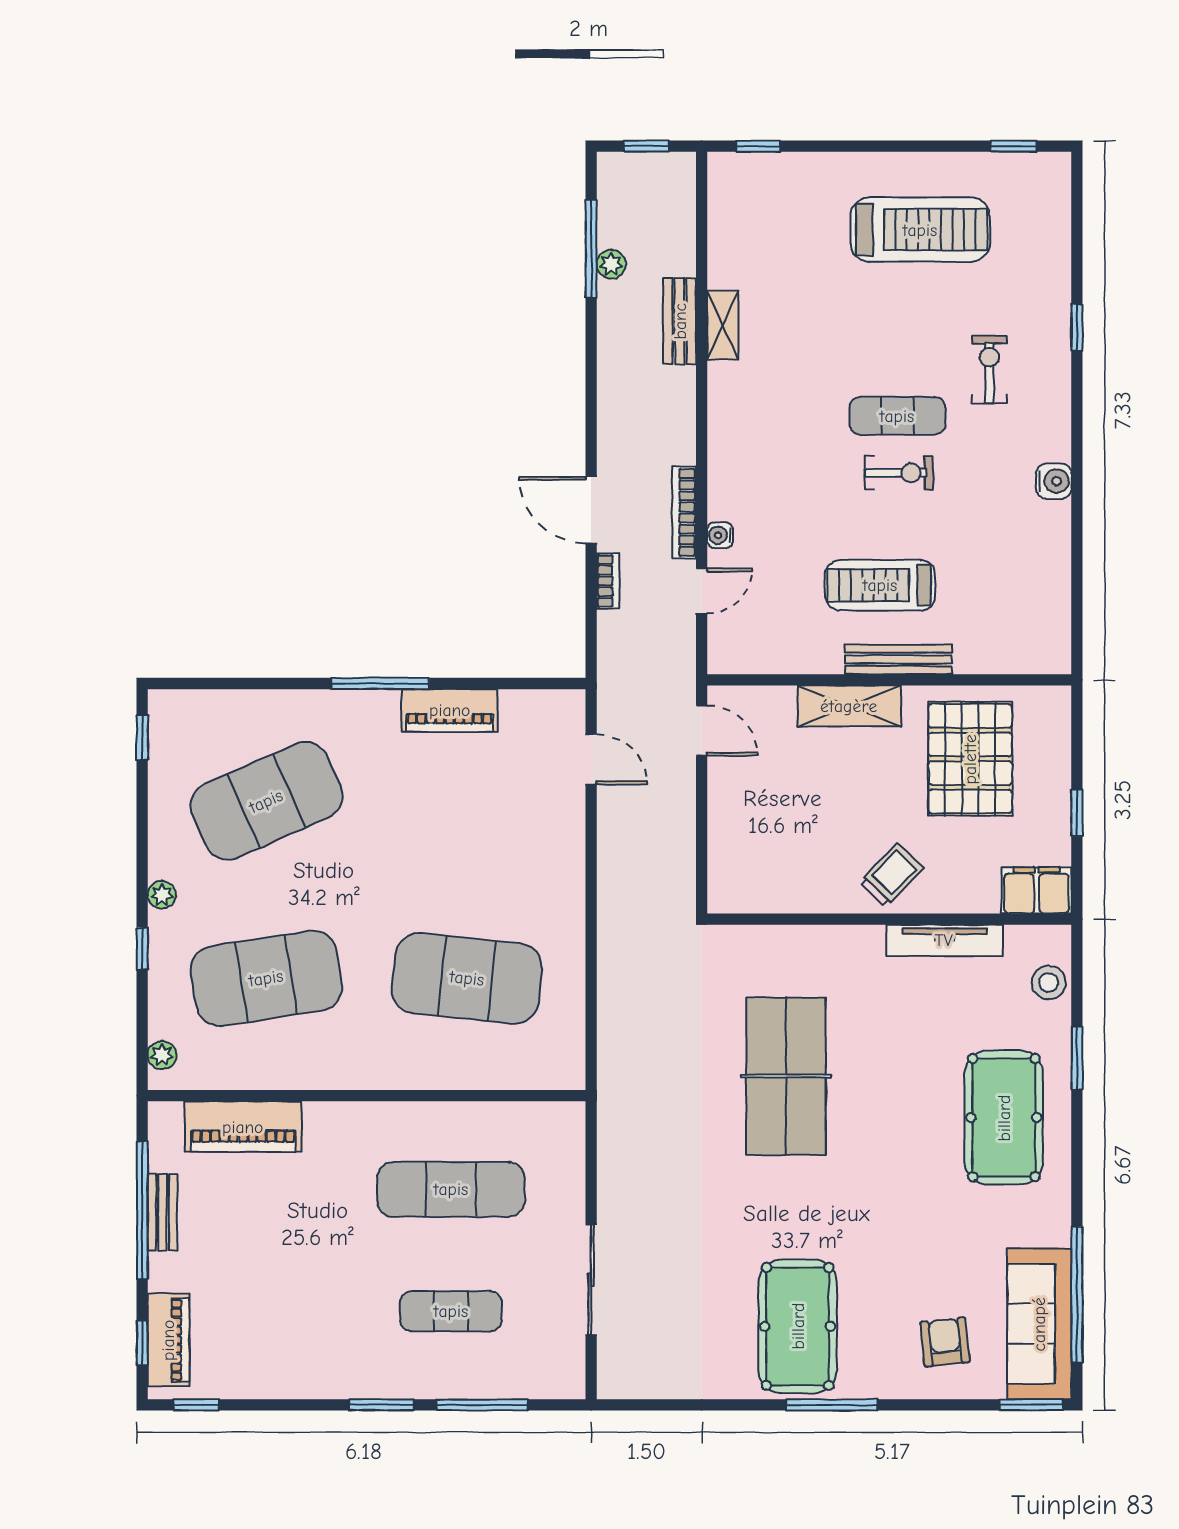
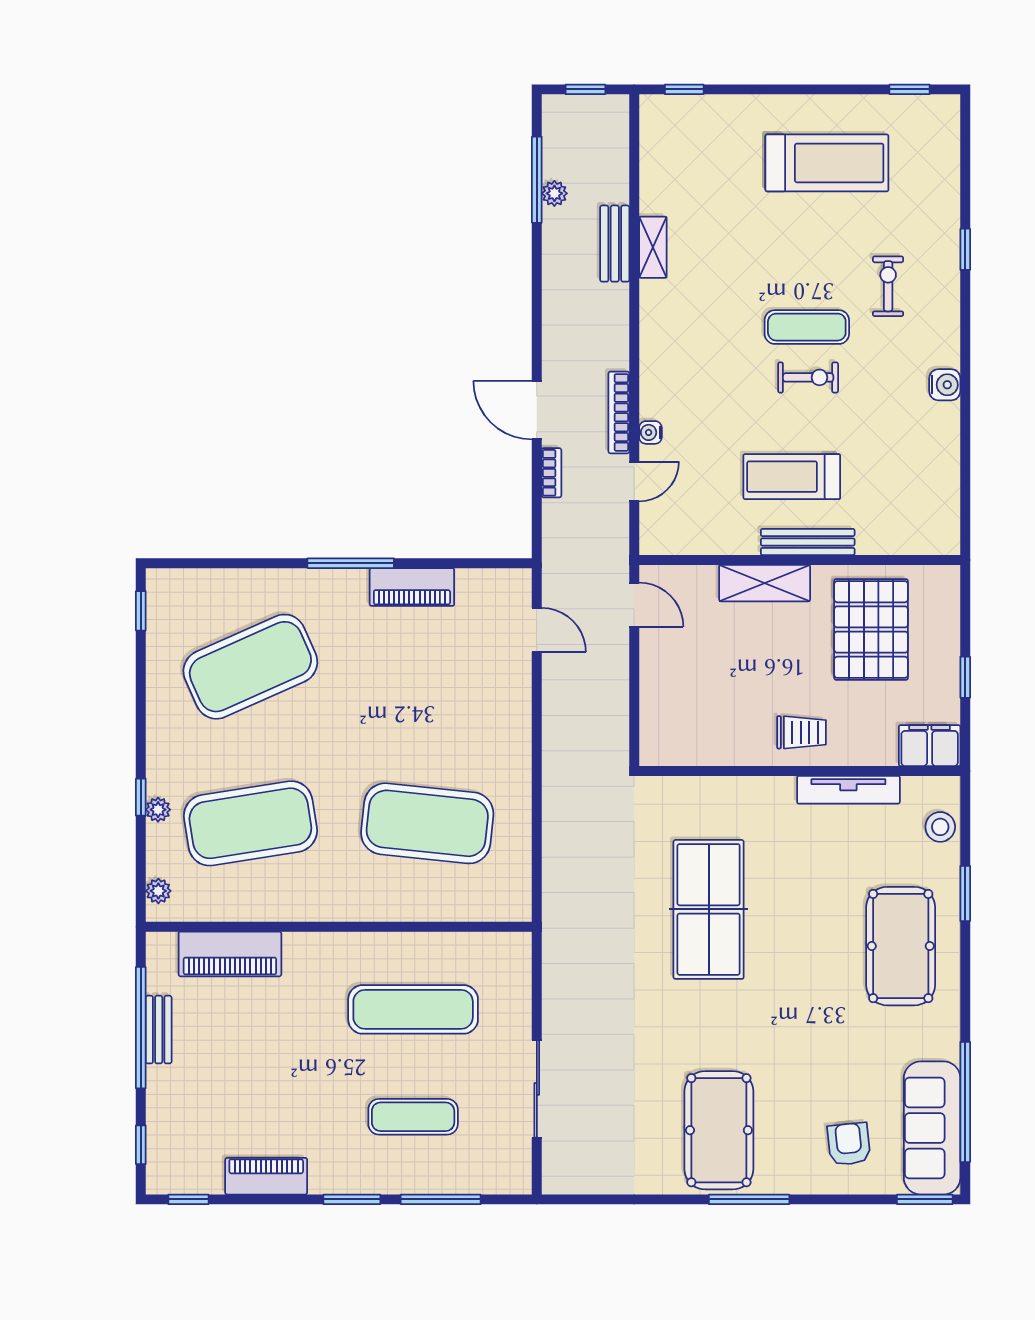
trolley: (891, 875) -> (802, 732), turned 46
plant: (162, 895) -> (158, 810), moved
piano: (168, 1340) -> (266, 1176), moved, turned -90

